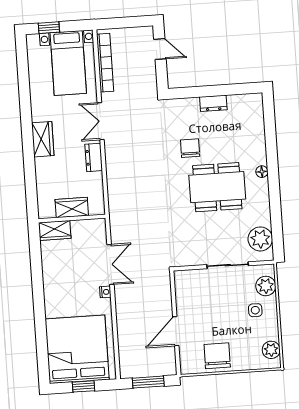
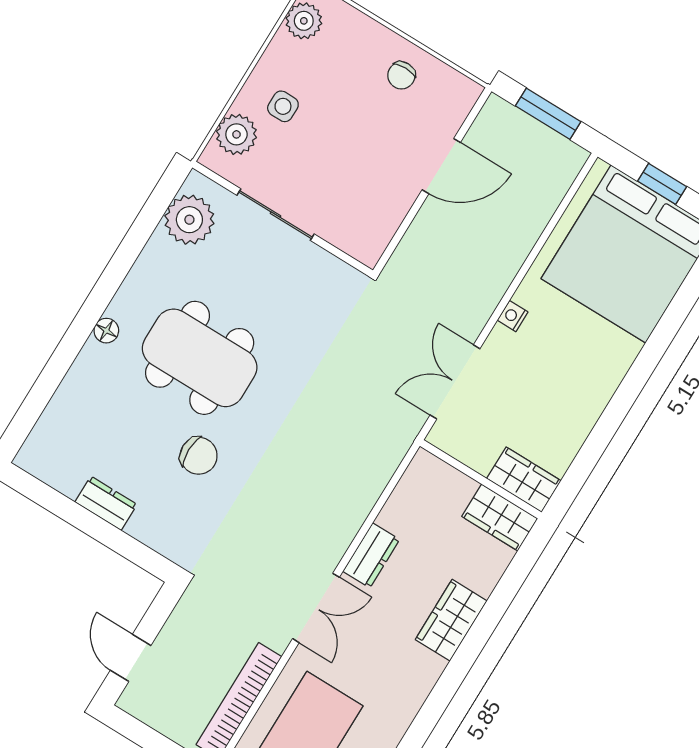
wardrobe: (43, 139) -> (451, 620), moved
chair: (190, 148) -> (199, 456), turned -90
wardrobe: (72, 207) -> (500, 517), moved
double door: (110, 264) -> (455, 382), moved
chair: (217, 356) -> (401, 75), width x0.54, depth x0.54

